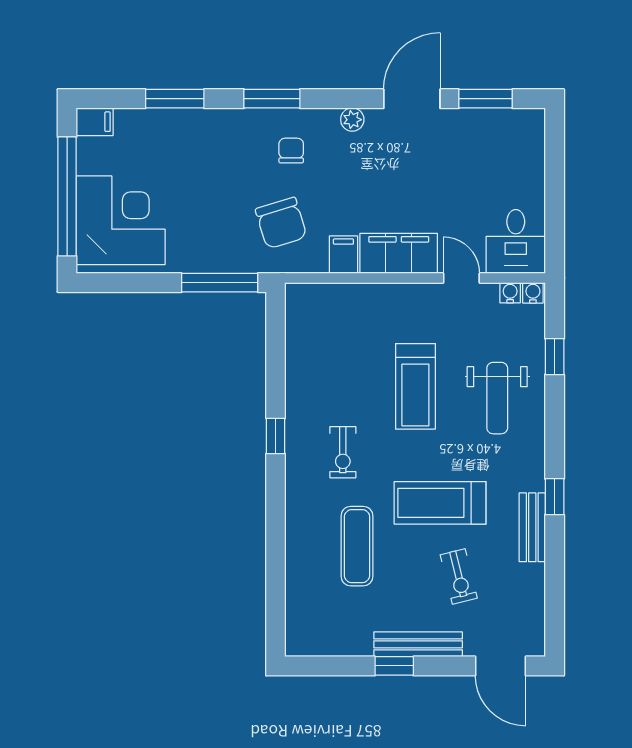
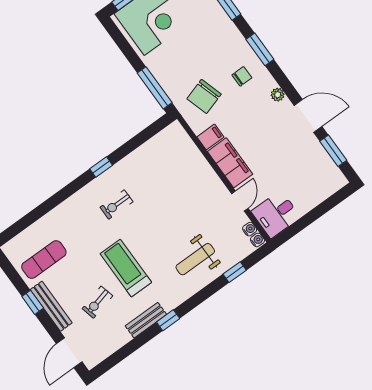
treadmill: (415, 386) -> (173, 216), removed
exercise mat: (357, 546) -> (44, 259), moved

